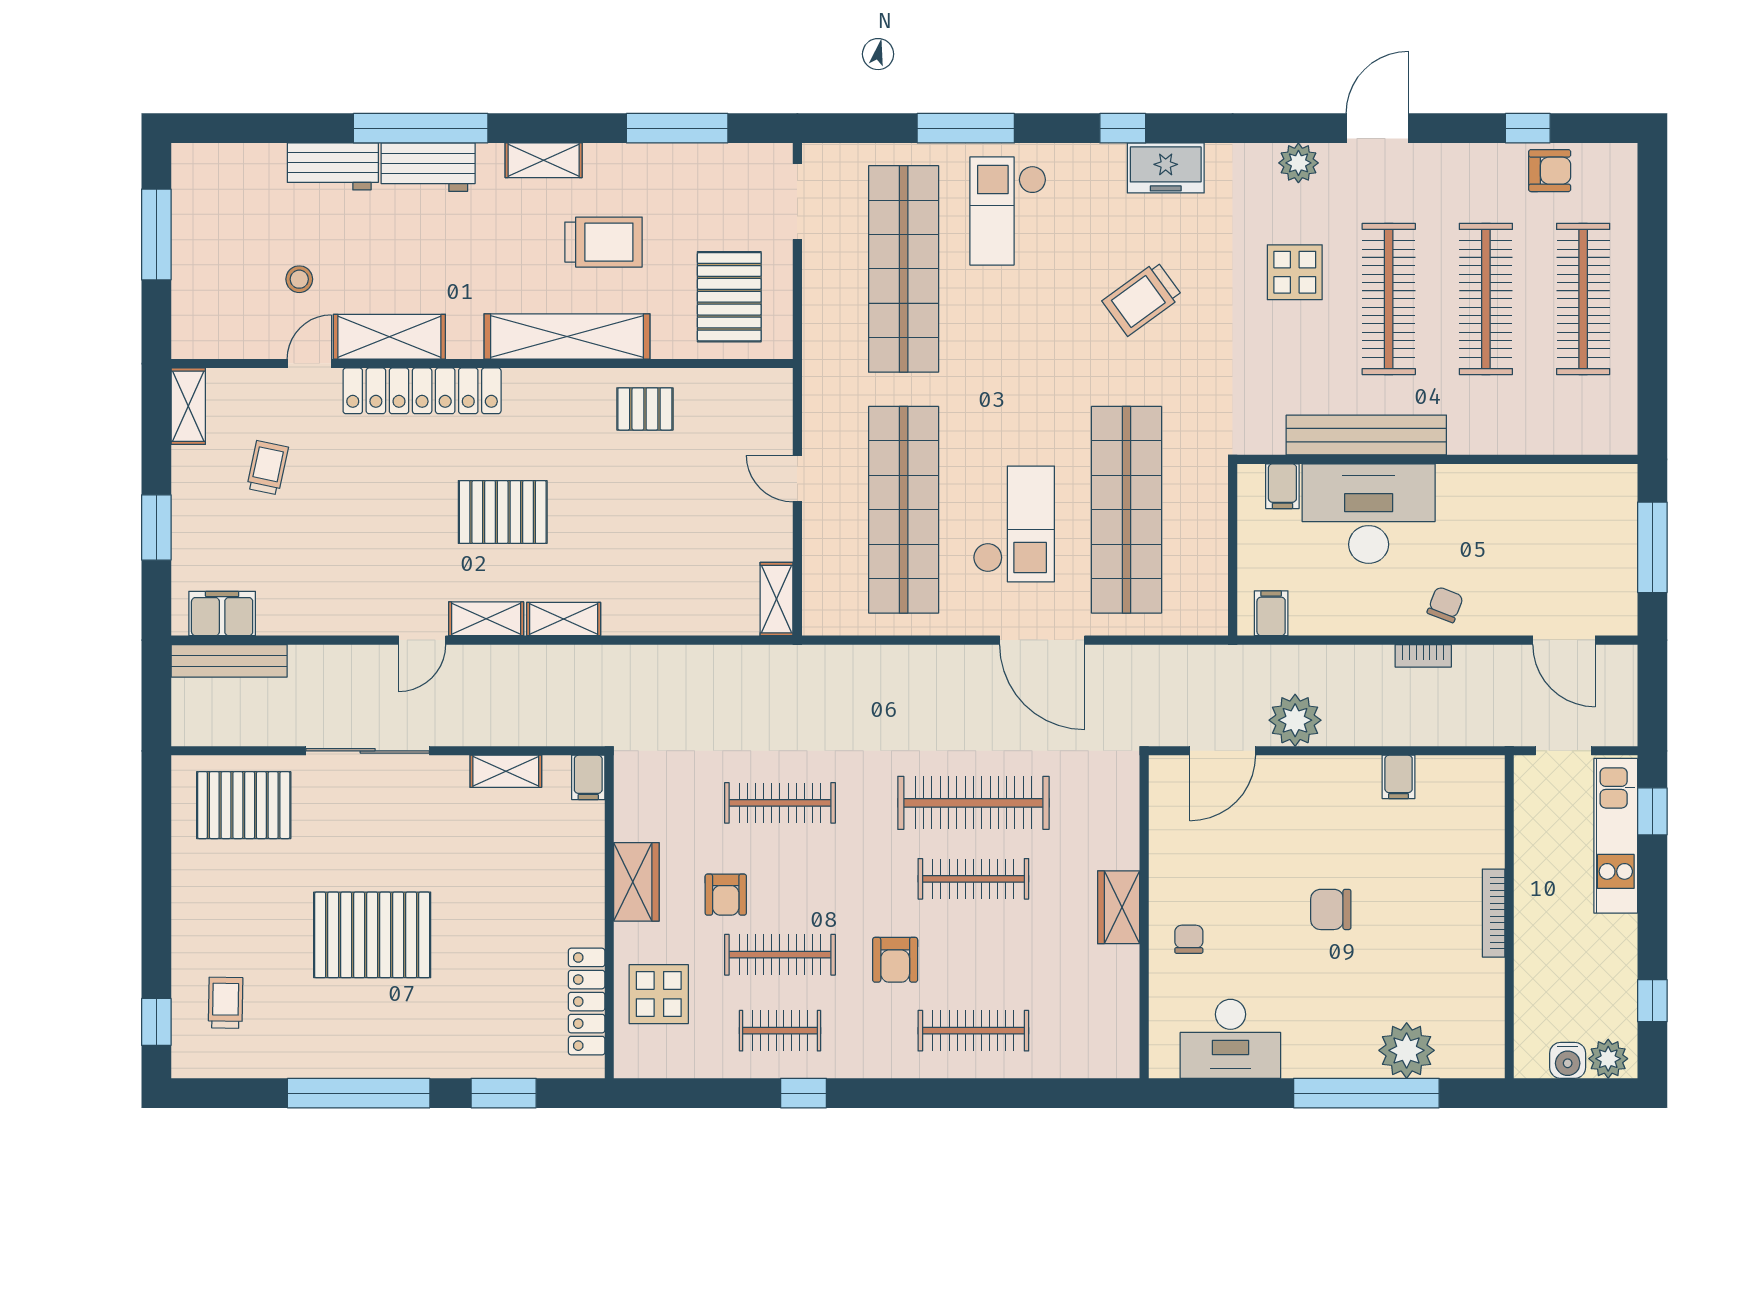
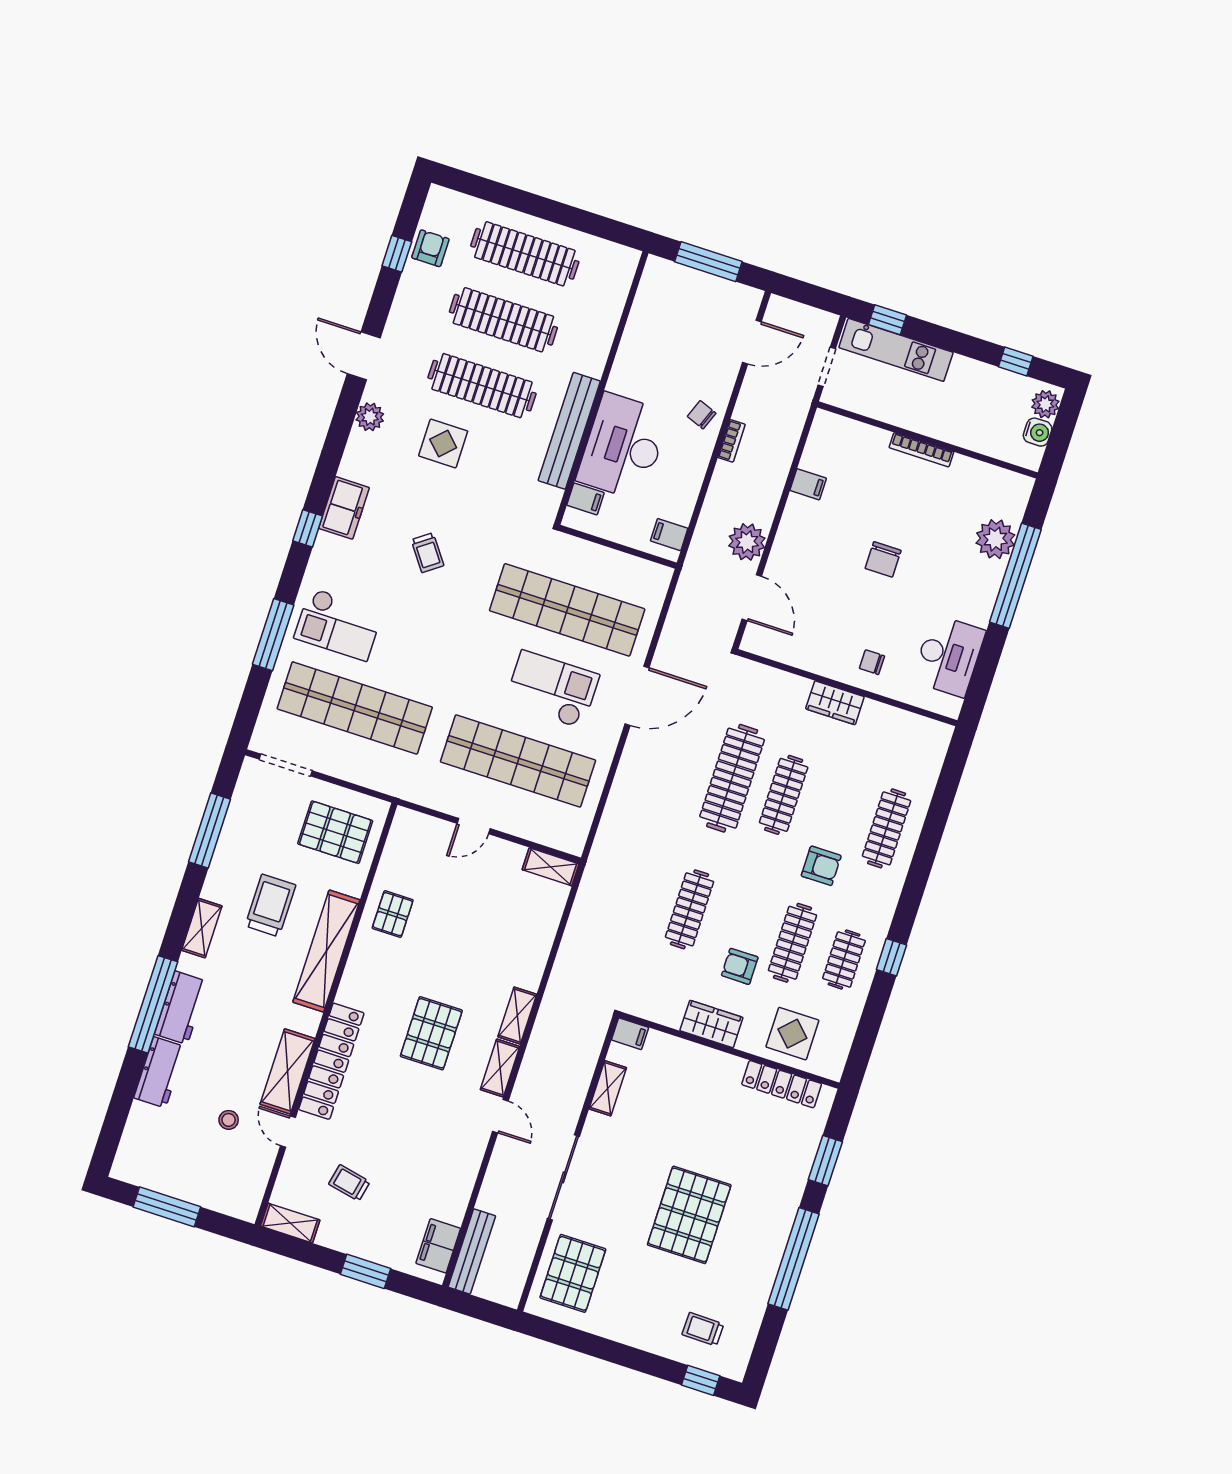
trolley: (1142, 299) -> (427, 553), width x0.73, depth x0.72
armchair: (726, 895) -> (740, 966), turned 180

